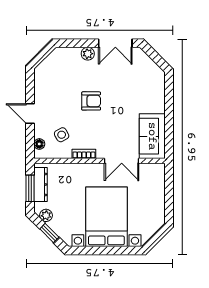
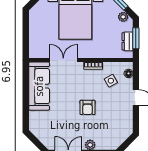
armchair: (91, 101) -> (87, 107), turned -90
sofa: (152, 136) -> (39, 86), width x1.36
dresser: (41, 184) -> (128, 41), width x0.70

